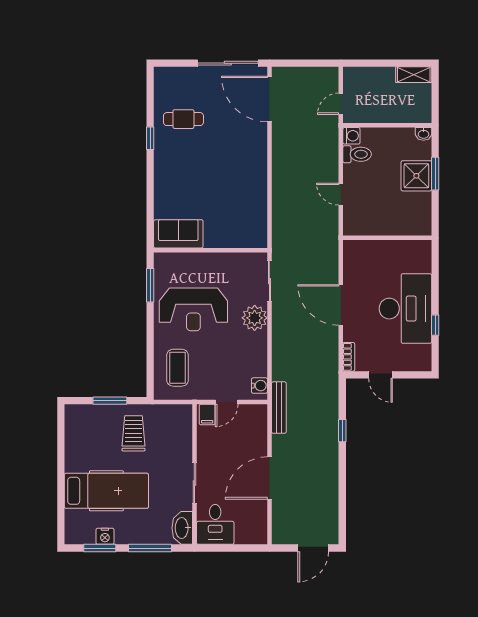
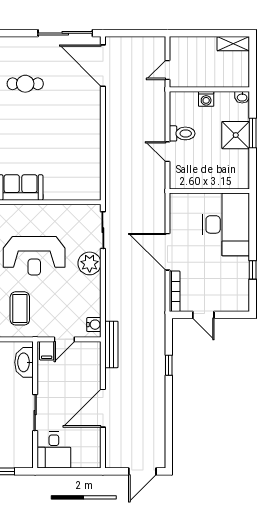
washing machine: (351, 136) -> (206, 99), moved, turned 90
toilet: (357, 154) -> (182, 133), moved
desk: (405, 309) -> (226, 224), moved
bookcase: (349, 357) -> (175, 291), width x1.56
washbasin: (182, 528) -> (24, 362), moved

